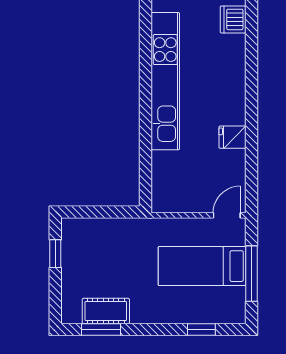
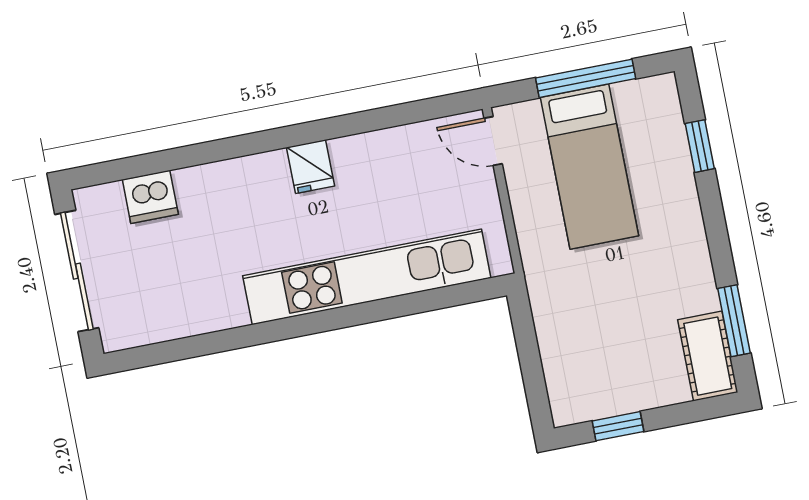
kitchen unit: (165, 81) -> (367, 277), moved
fridge: (232, 137) -> (310, 167), moved
cot: (106, 311) -> (708, 356), moved

